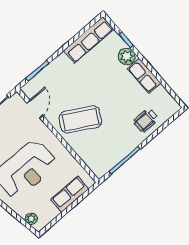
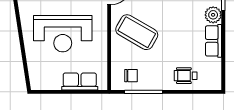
chair: (105, 156) -> (131, 76), added
plant: (31, 219) -> (34, 75), removed

